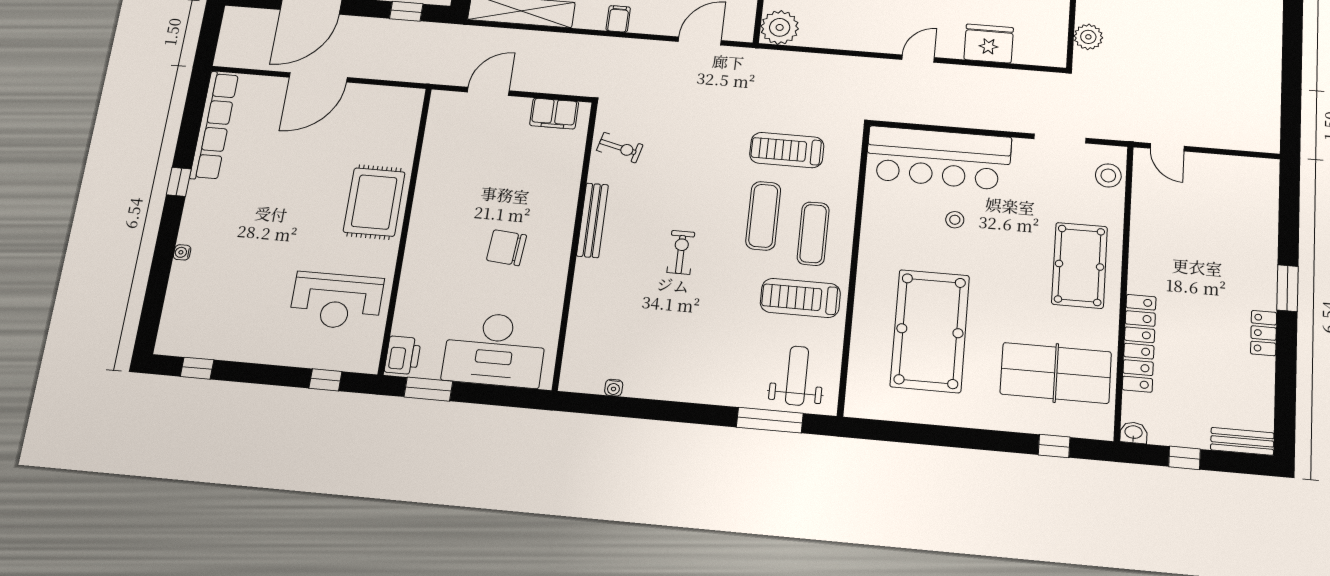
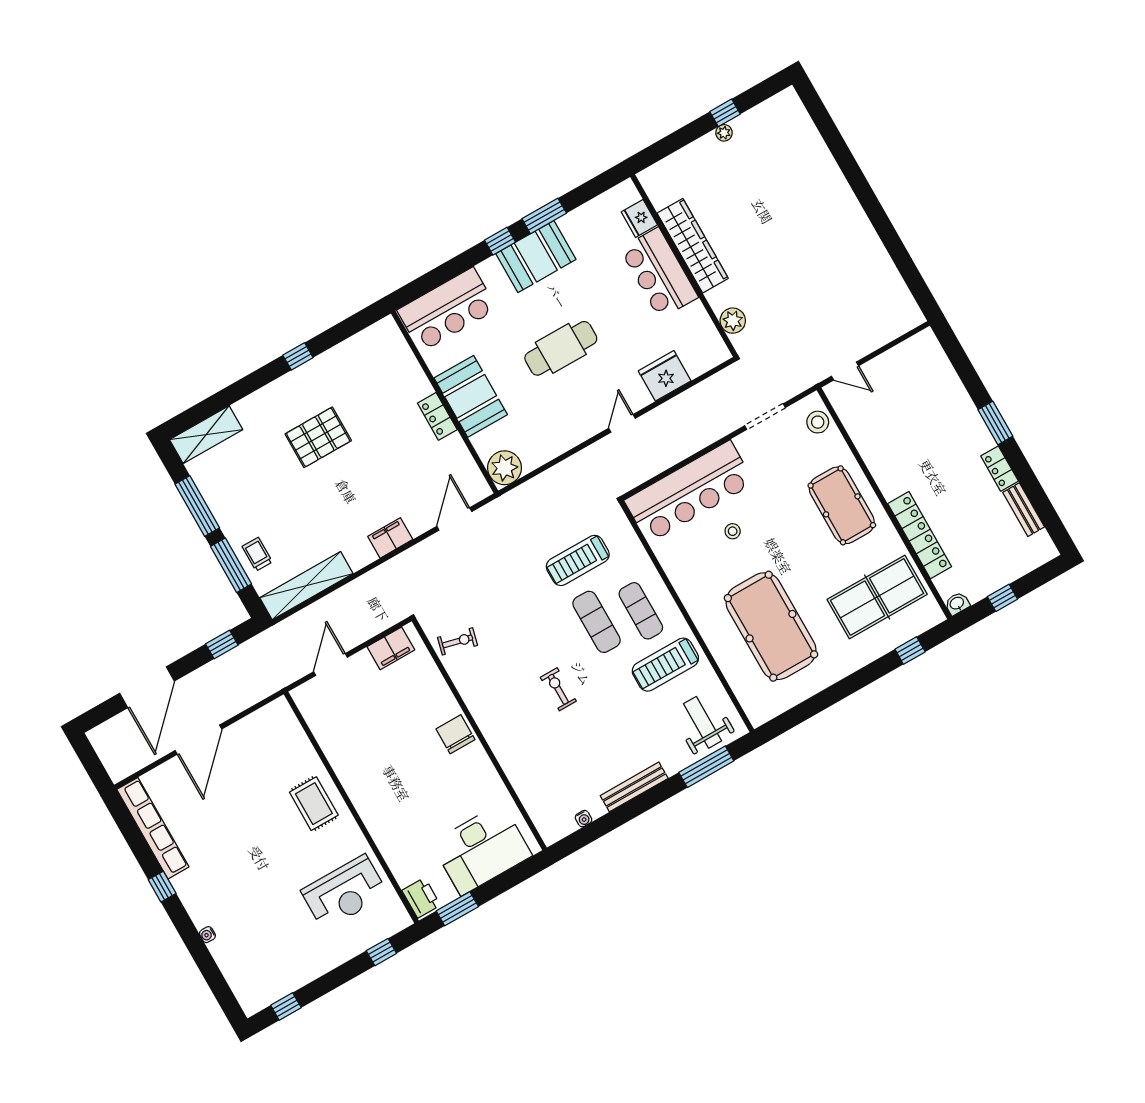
filing cabinet: (618, 19) -> (390, 538), width x2.00
rug: (374, 202) -> (314, 804), width x0.73, depth x0.70
bench: (592, 220) -> (634, 787), moved, turned 90
chair: (507, 248) -> (456, 734), moved, turned 85
bench: (1242, 441) -> (1024, 510), moved, turned 90

